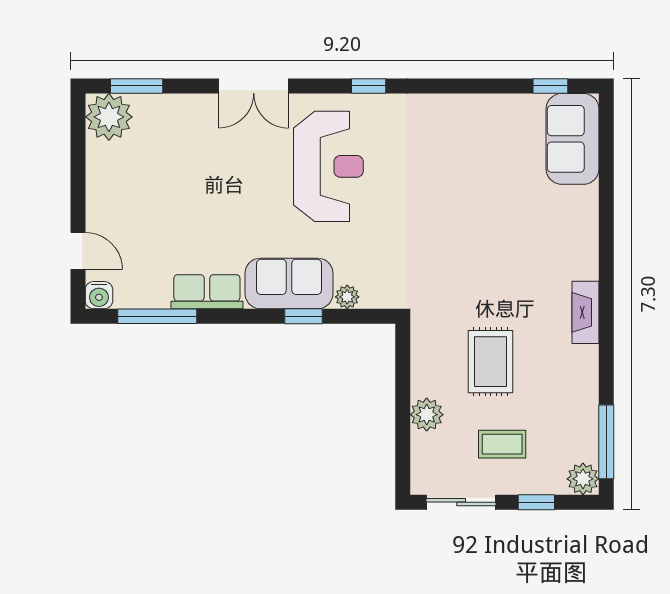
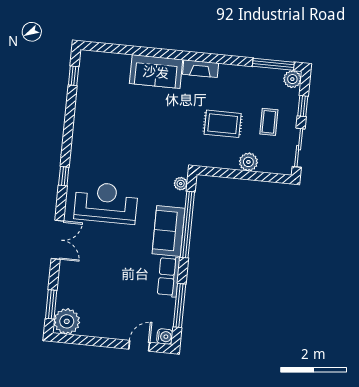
sofa: (573, 139) -> (156, 72), moved
plant: (347, 297) -> (181, 184), moved
window: (304, 316) -> (187, 225), width x3.17

